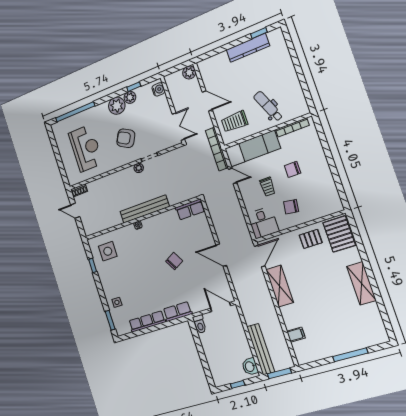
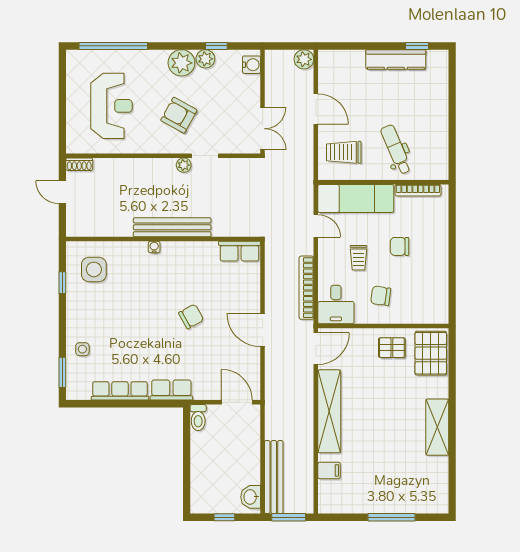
bookcase: (217, 149) -> (306, 288), moved
shelving: (280, 286) -> (329, 411), width x1.47

